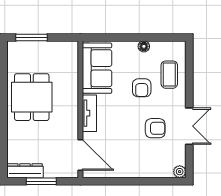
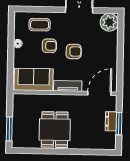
dining table: (32, 97) -> (55, 130), turned 90
armchair: (155, 128) -> (74, 51), moved, turned 90
dresser: (25, 171) -> (111, 121), moved, width x0.70
plant: (180, 172) -> (109, 22), width x1.88, depth x1.88

